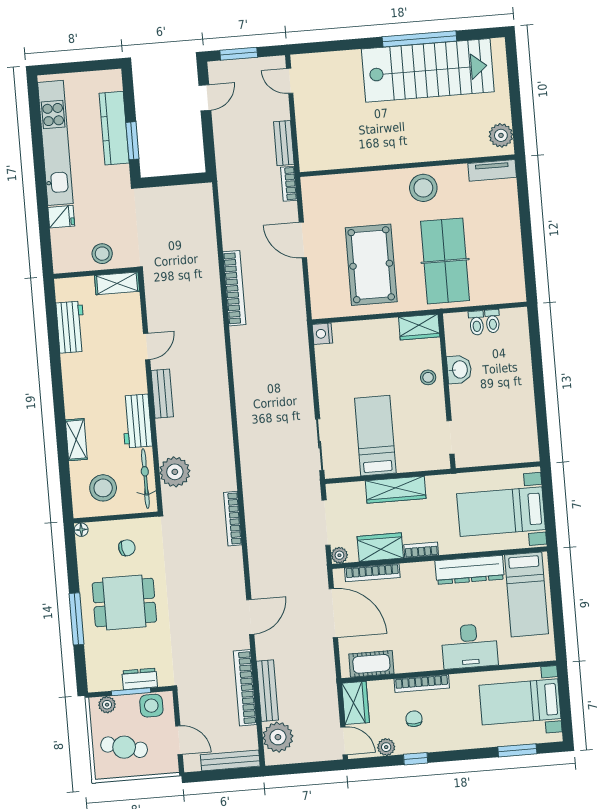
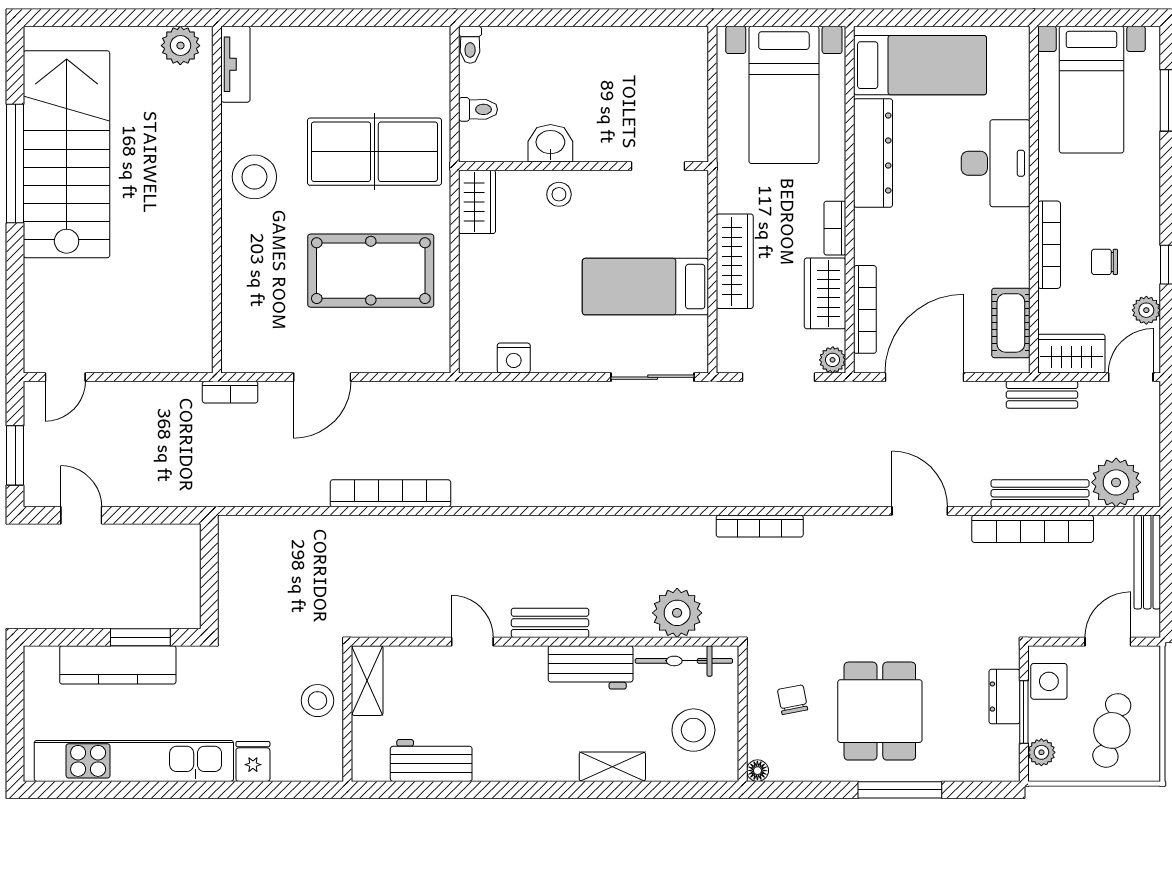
bench: (284, 143) -> (1042, 395), moved
toilet: (493, 321) -> (470, 45), moved, turned 90
nightstand: (322, 334) -> (514, 358), moved

